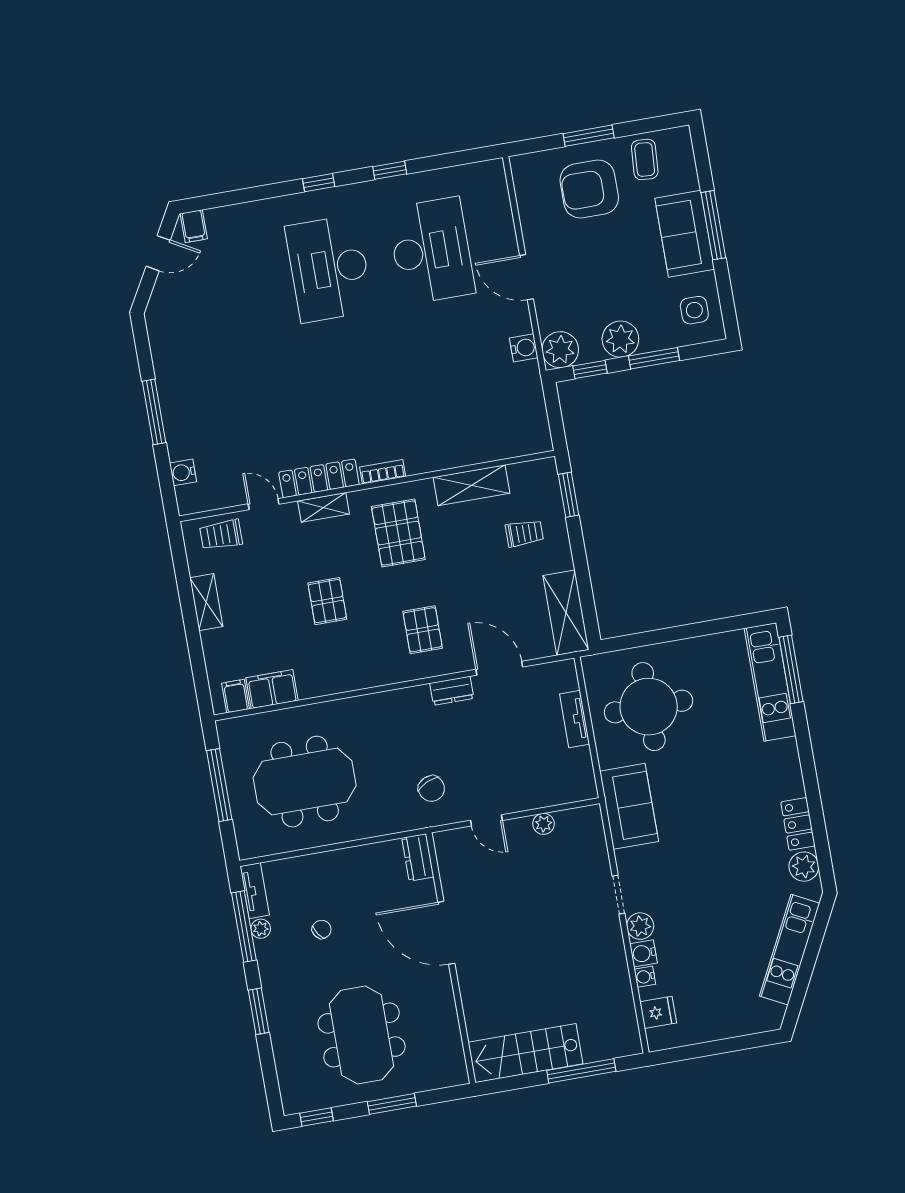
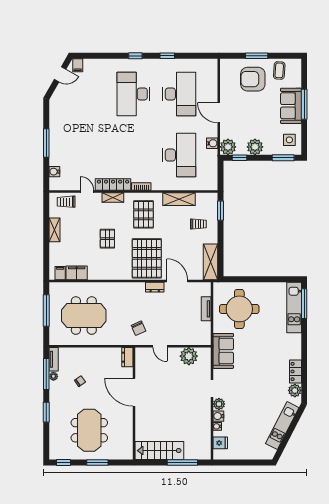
window: (654, 358) -> (283, 158), moved
desk: (455, 387) -> (179, 155), added
pallet: (423, 630) -> (147, 258), width x2.05, depth x2.00
plant: (544, 824) -> (189, 356), width x1.88, depth x1.88

